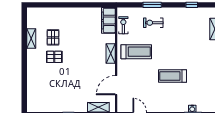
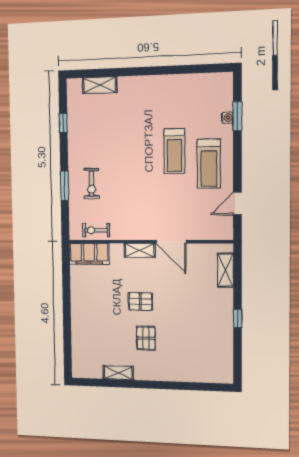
pallet: (53, 37) -> (140, 302), moved
treadmill: (136, 52) -> (209, 164), moved, turned 180
door: (116, 85) -> (171, 242), moved

